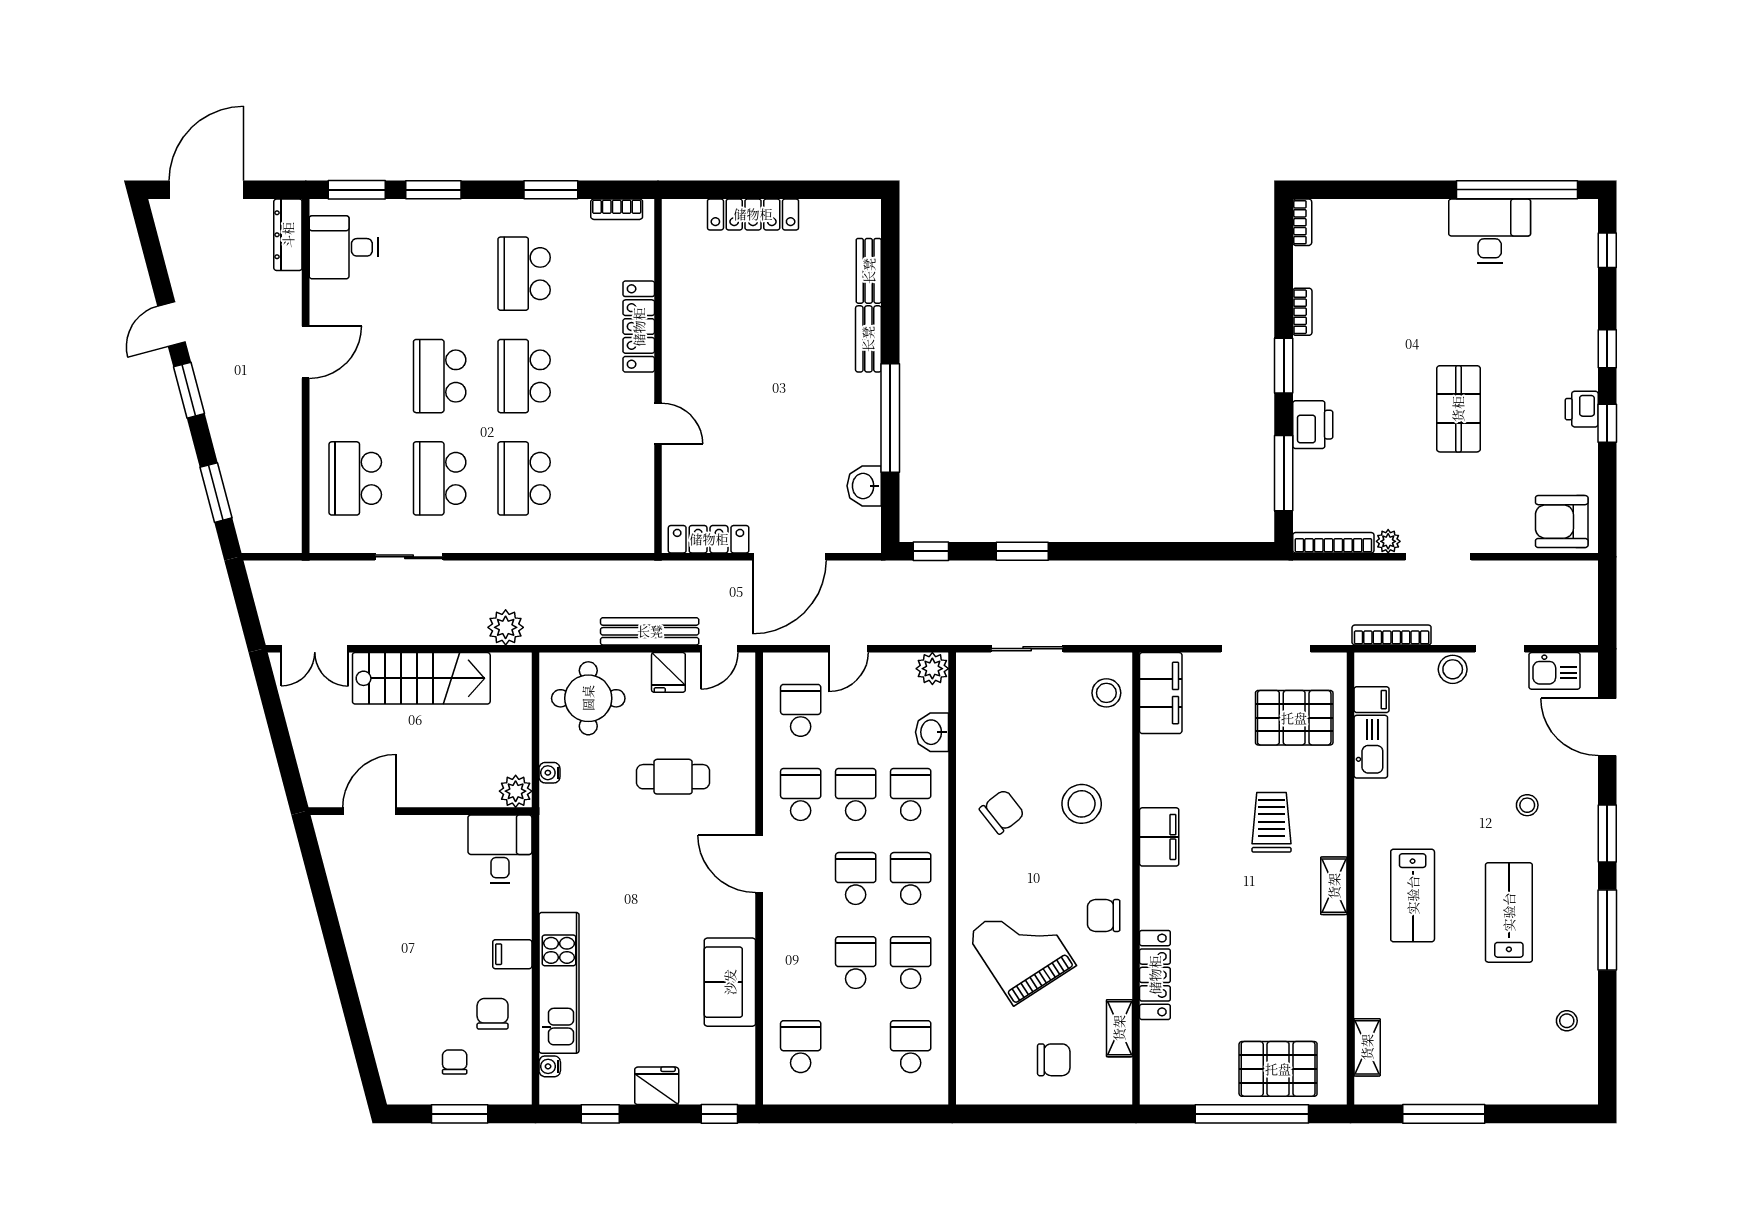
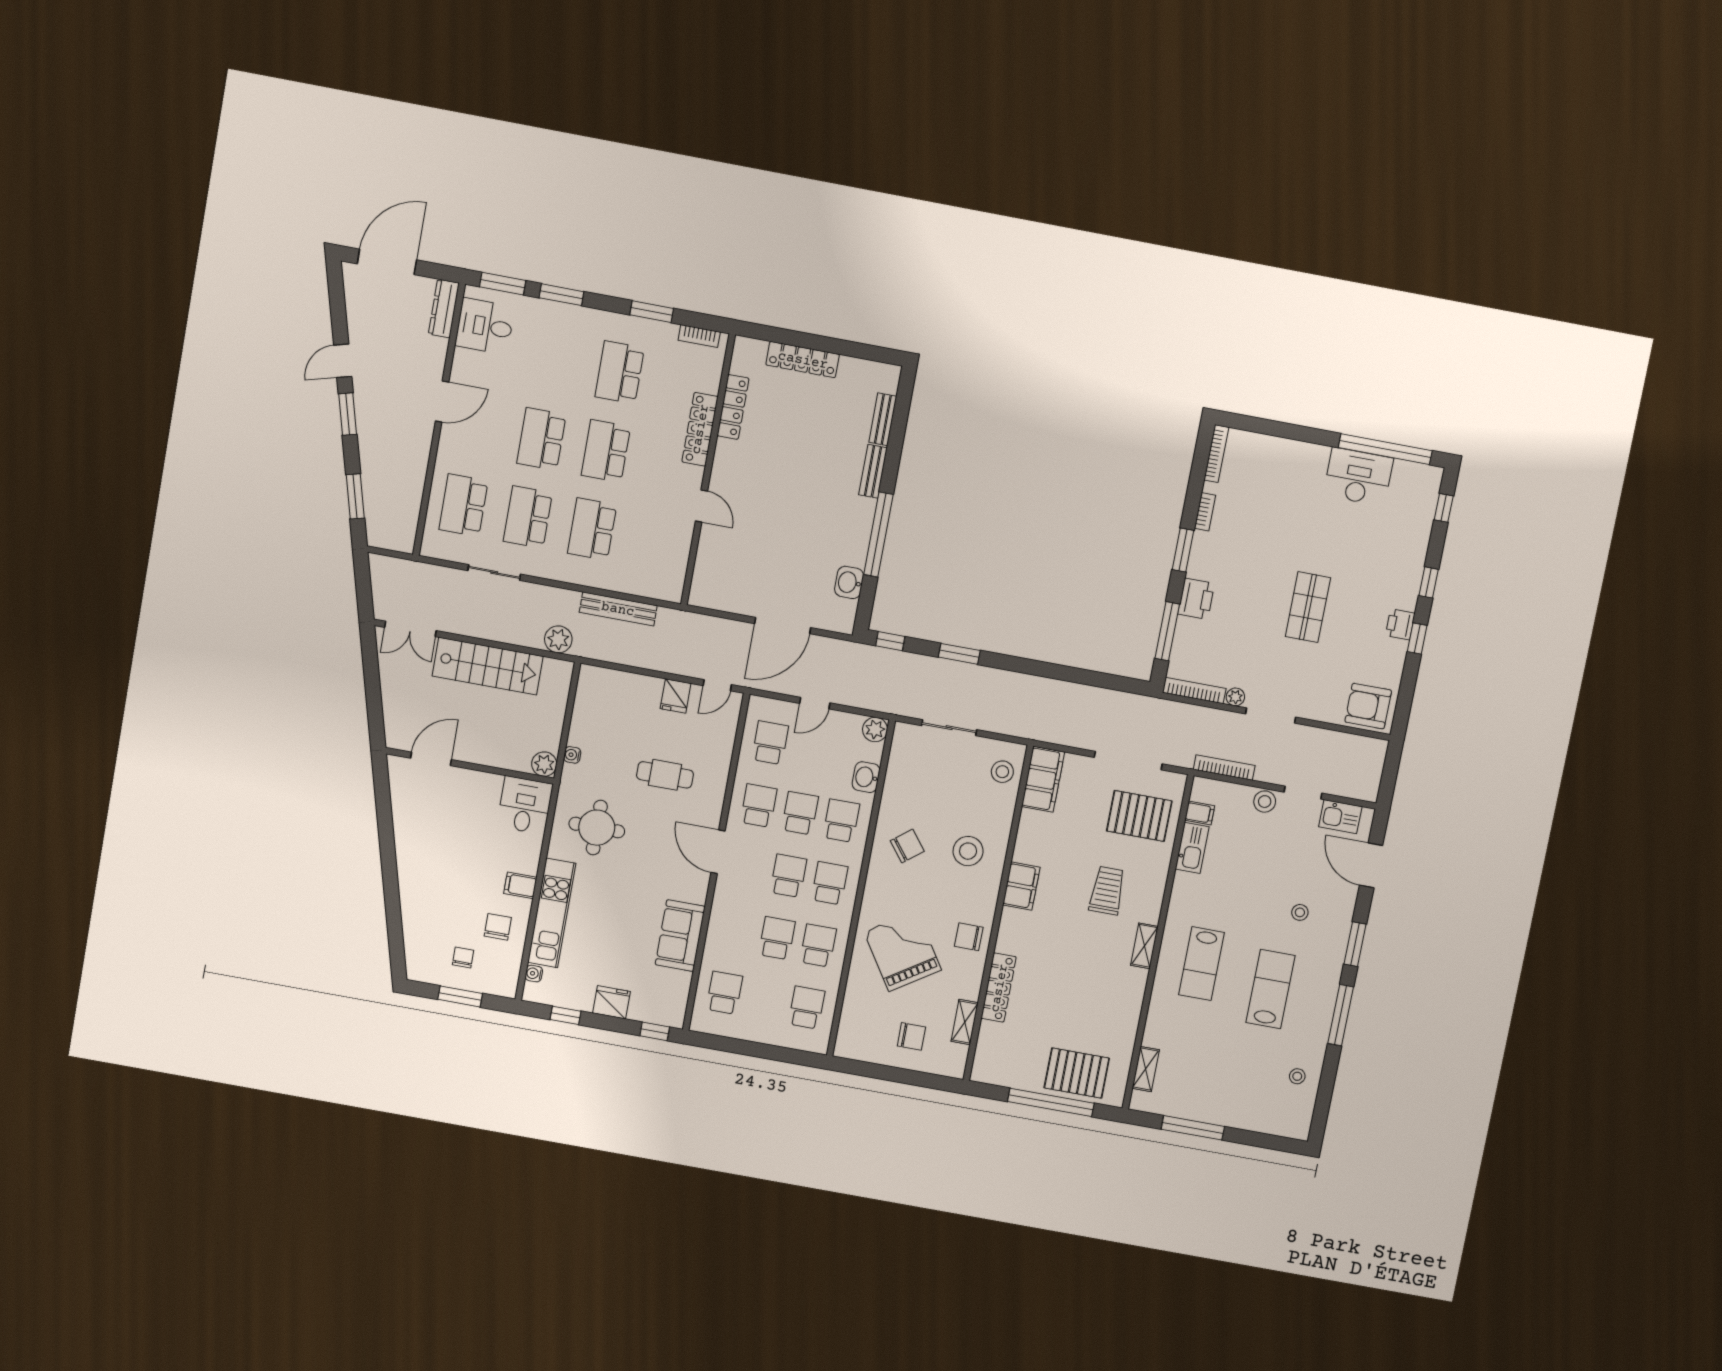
bookcase: (1302, 222) -> (1216, 454), width x1.56
locker: (709, 539) -> (733, 407), moved, turned 90
bench: (650, 631) -> (618, 609), moved
round table: (588, 698) -> (597, 828), moved

